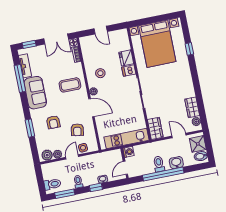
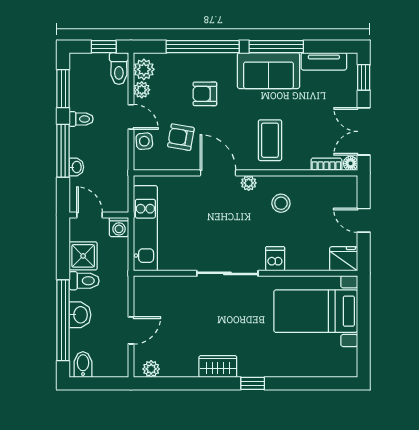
door: (101, 30) -> (364, 220), hinge flipped
bed with nightstands: (157, 44) -> (316, 311), width x0.73
window: (189, 49) -> (253, 383), moved
fridge: (126, 58) -> (344, 259), moved
window: (20, 78) -> (276, 47), moved
wardrobe: (192, 107) -> (218, 366), moved
door: (91, 108) -> (218, 173), swing flipped
window: (30, 128) -> (203, 47), width x2.11
wardrobe: (155, 128) -> (154, 287), removed
shower: (198, 144) -> (83, 256), moved
window: (163, 174) -> (63, 320), moved
window: (40, 178) -> (104, 47), added
toilet: (52, 184) -> (119, 68), moved
window: (96, 187) -> (63, 151), width x2.17

